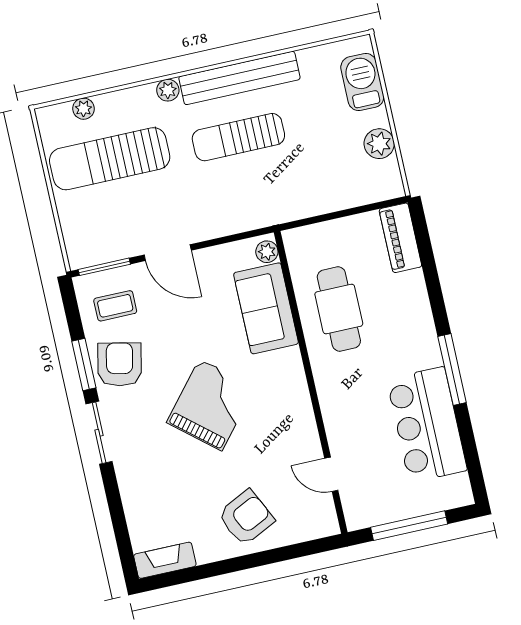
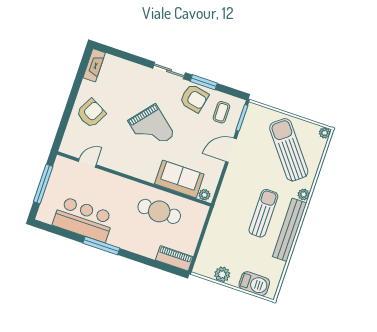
plant: (84, 109) -> (325, 133), moved
sun lounger: (110, 159) -> (289, 150), turned -38
armchair: (246, 518) -> (91, 113), turned -126

